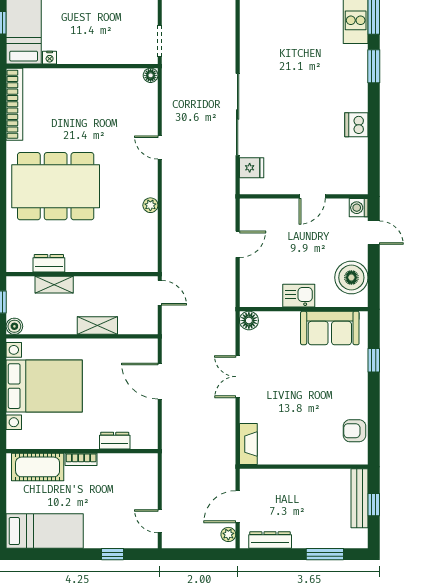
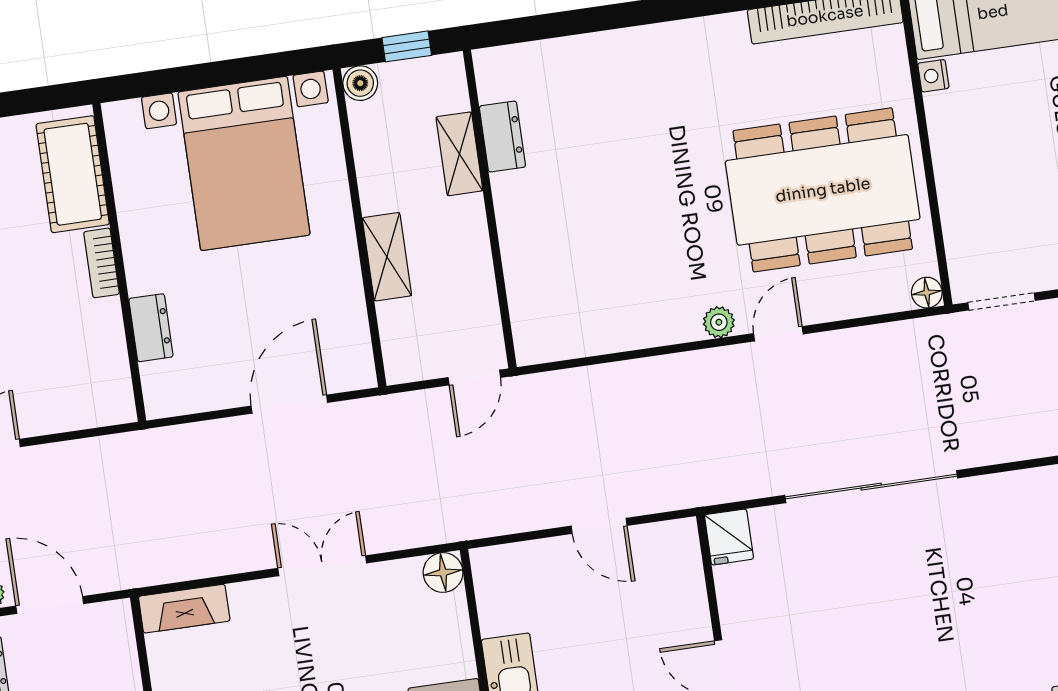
fridge: (252, 168) -> (729, 537), moved
dining table: (56, 186) -> (823, 190), moved, turned 90
plant: (150, 205) -> (719, 322), moved

